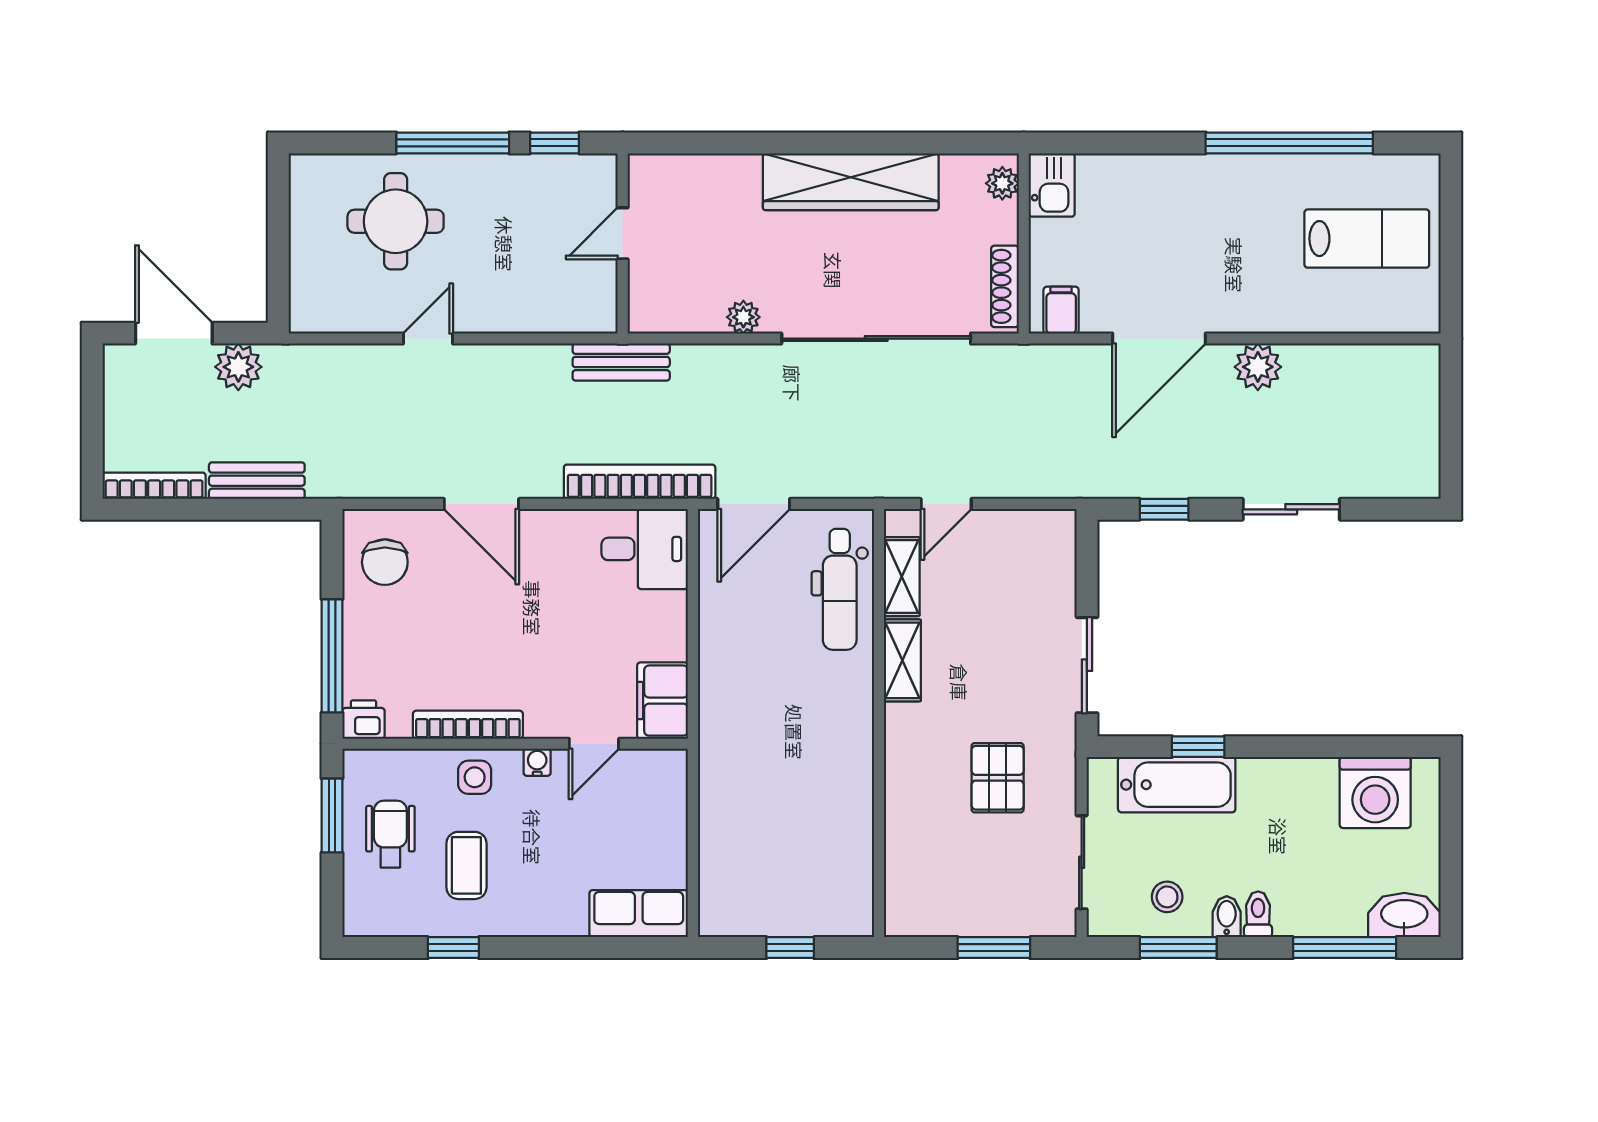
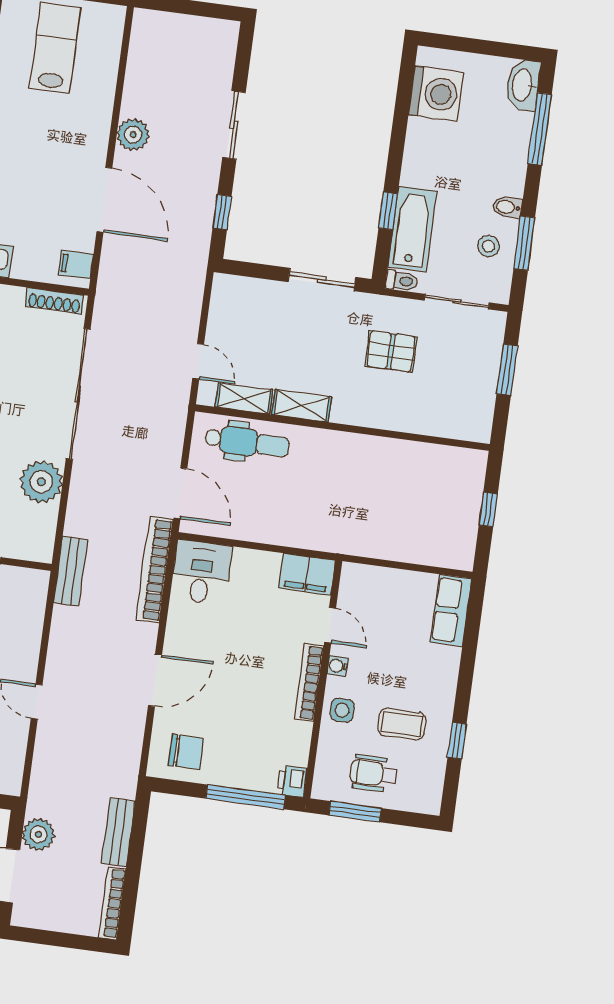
plant: (743, 317) -> (41, 482), width x1.88, depth x1.88
bookcase: (468, 725) -> (309, 682), moved
toilet: (1258, 914) -> (402, 281), moved, turned 180

